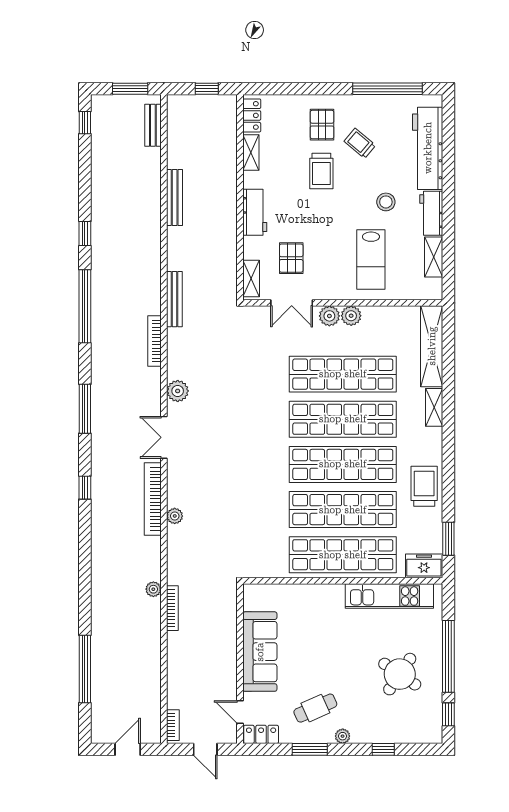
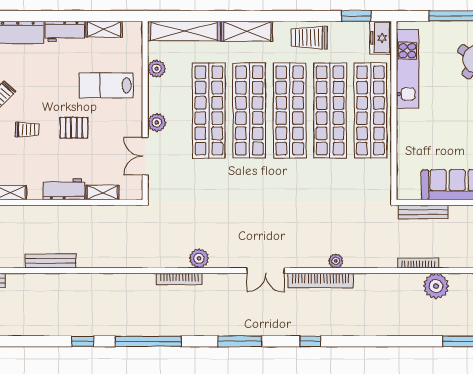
trolley: (321, 171) -> (27, 130), width x0.73, depth x0.72
stool: (386, 202) -> (55, 72), removed
pallet: (291, 258) -> (74, 128), moved
lab bench: (371, 259) -> (106, 85), turned 180
shelving: (251, 278) -> (102, 193), moved
bench: (174, 299) -> (423, 212), moved
double door: (292, 303) -> (145, 156), swing flipped
plant: (351, 316) -> (157, 69), moved
plant: (178, 391) -> (199, 258), moved
shelving: (434, 407) -> (247, 31), width x1.50, depth x1.33
plant: (153, 589) -> (436, 286), moved, width x1.87, depth x1.87

